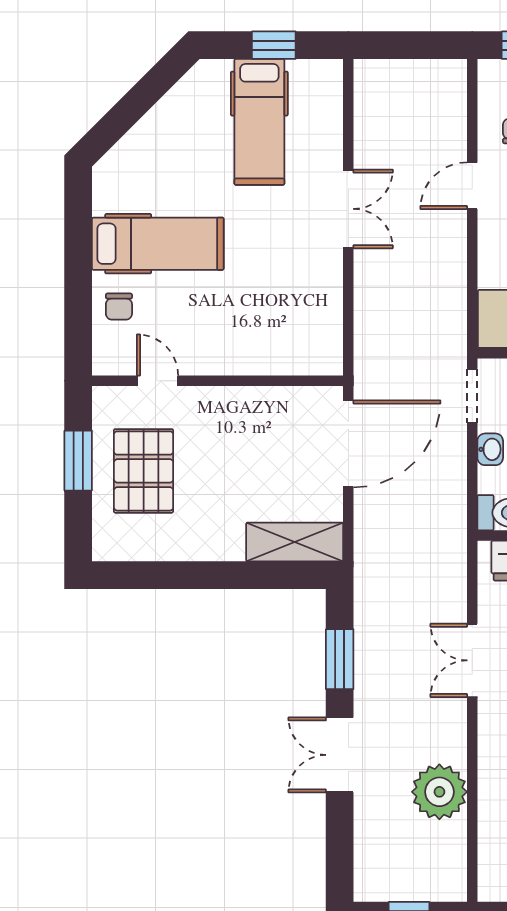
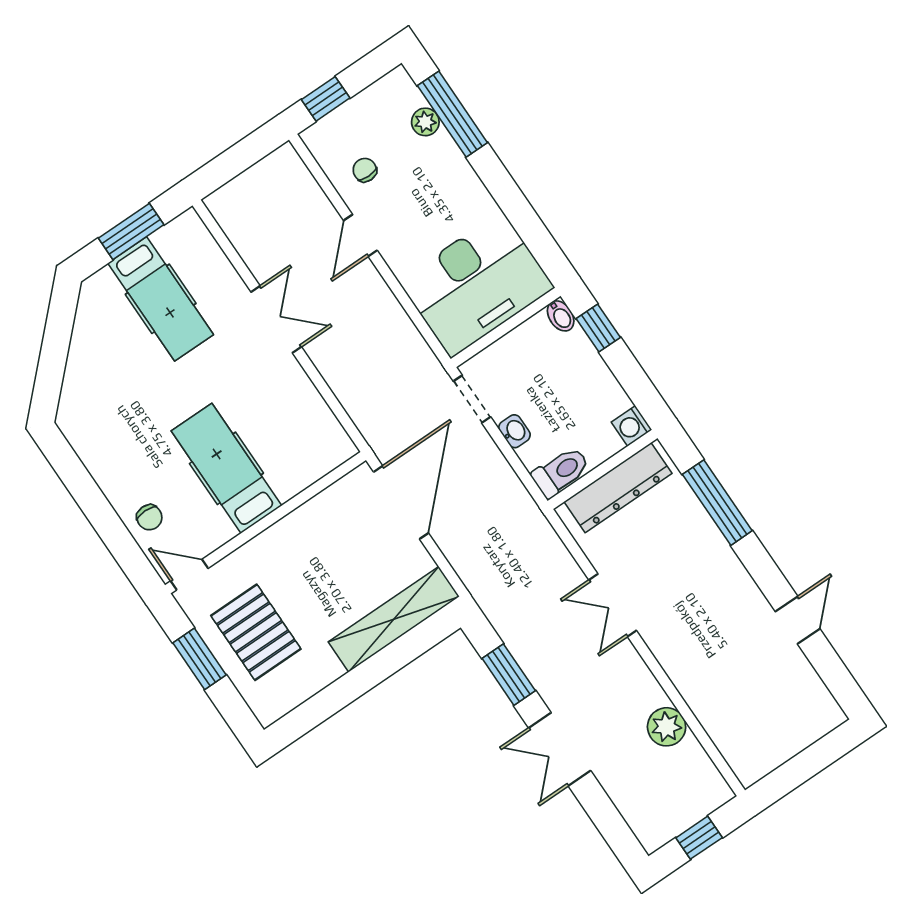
window: (274, 45) -> (131, 231), width x1.50
hospital bed: (158, 244) -> (226, 468), moved, turned -90
door: (158, 381) -> (189, 575), moved
shelving: (295, 542) -> (394, 619), width x1.47
plant: (439, 792) -> (667, 727), width x0.73, depth x0.73

